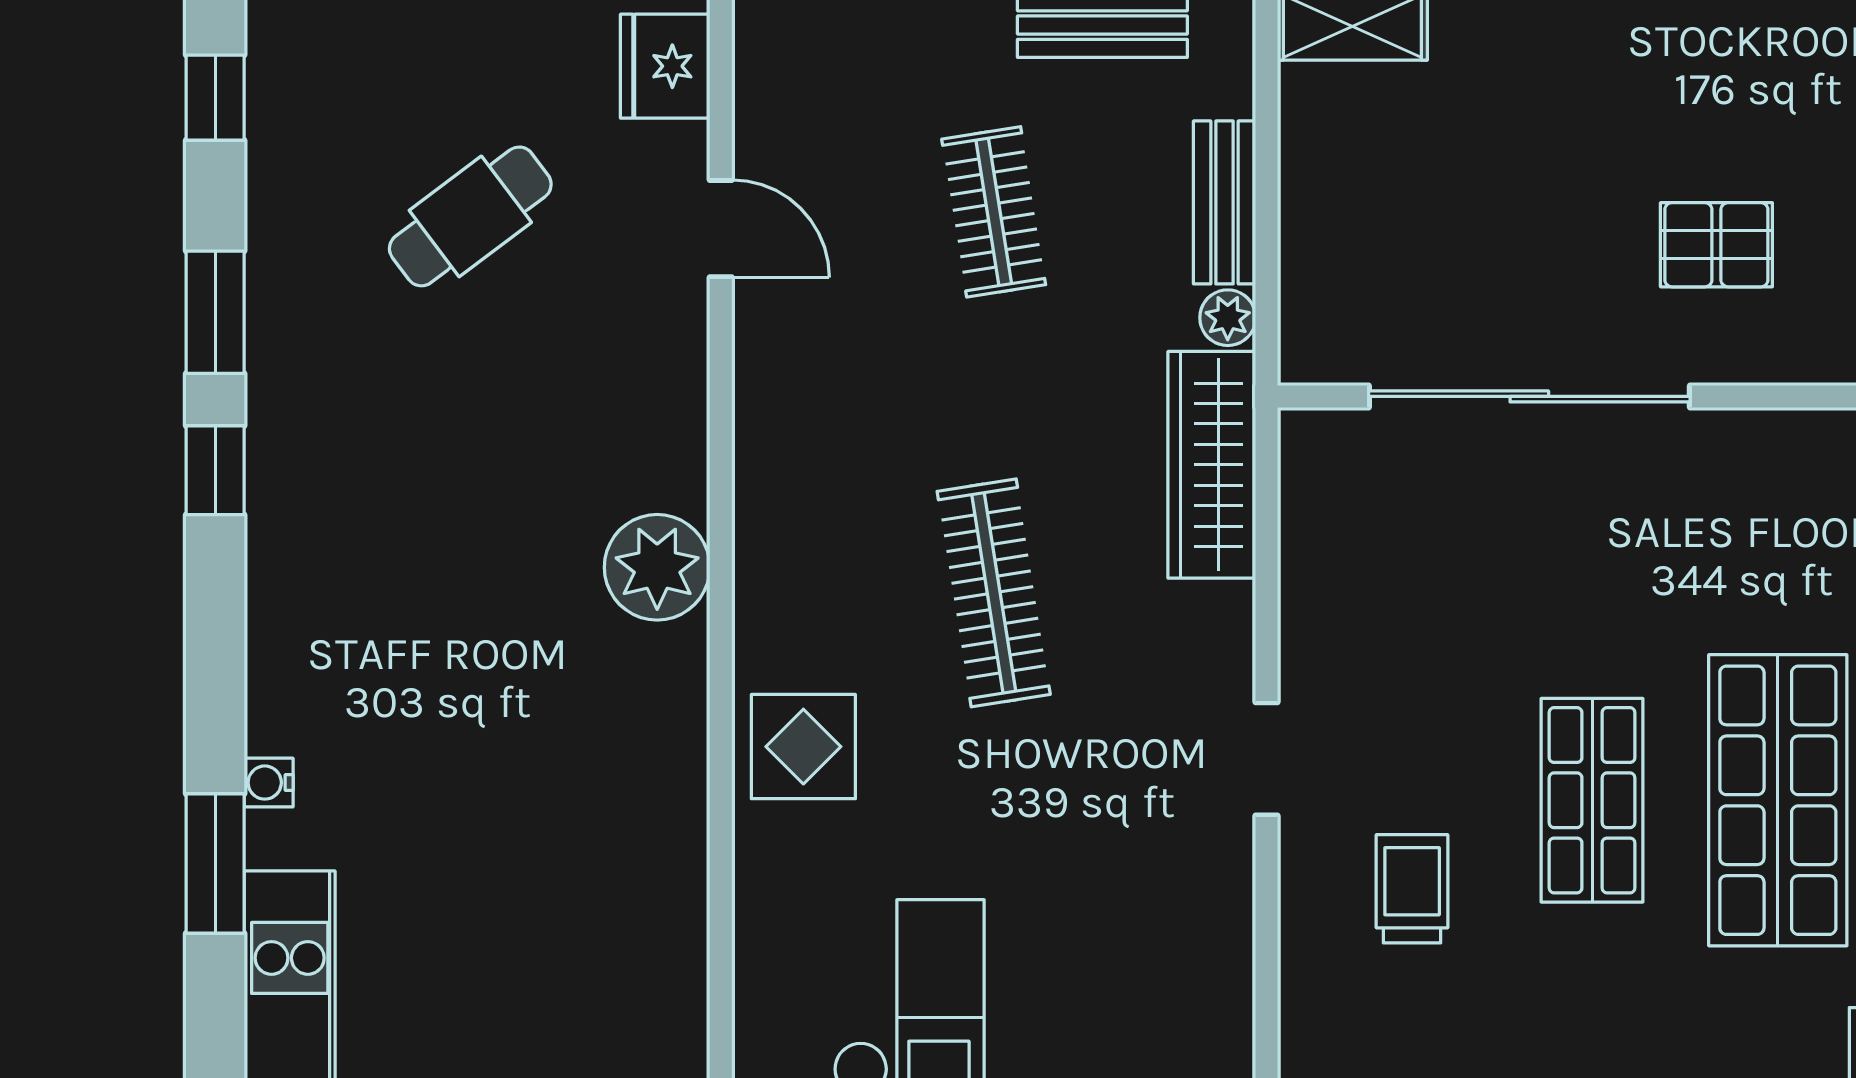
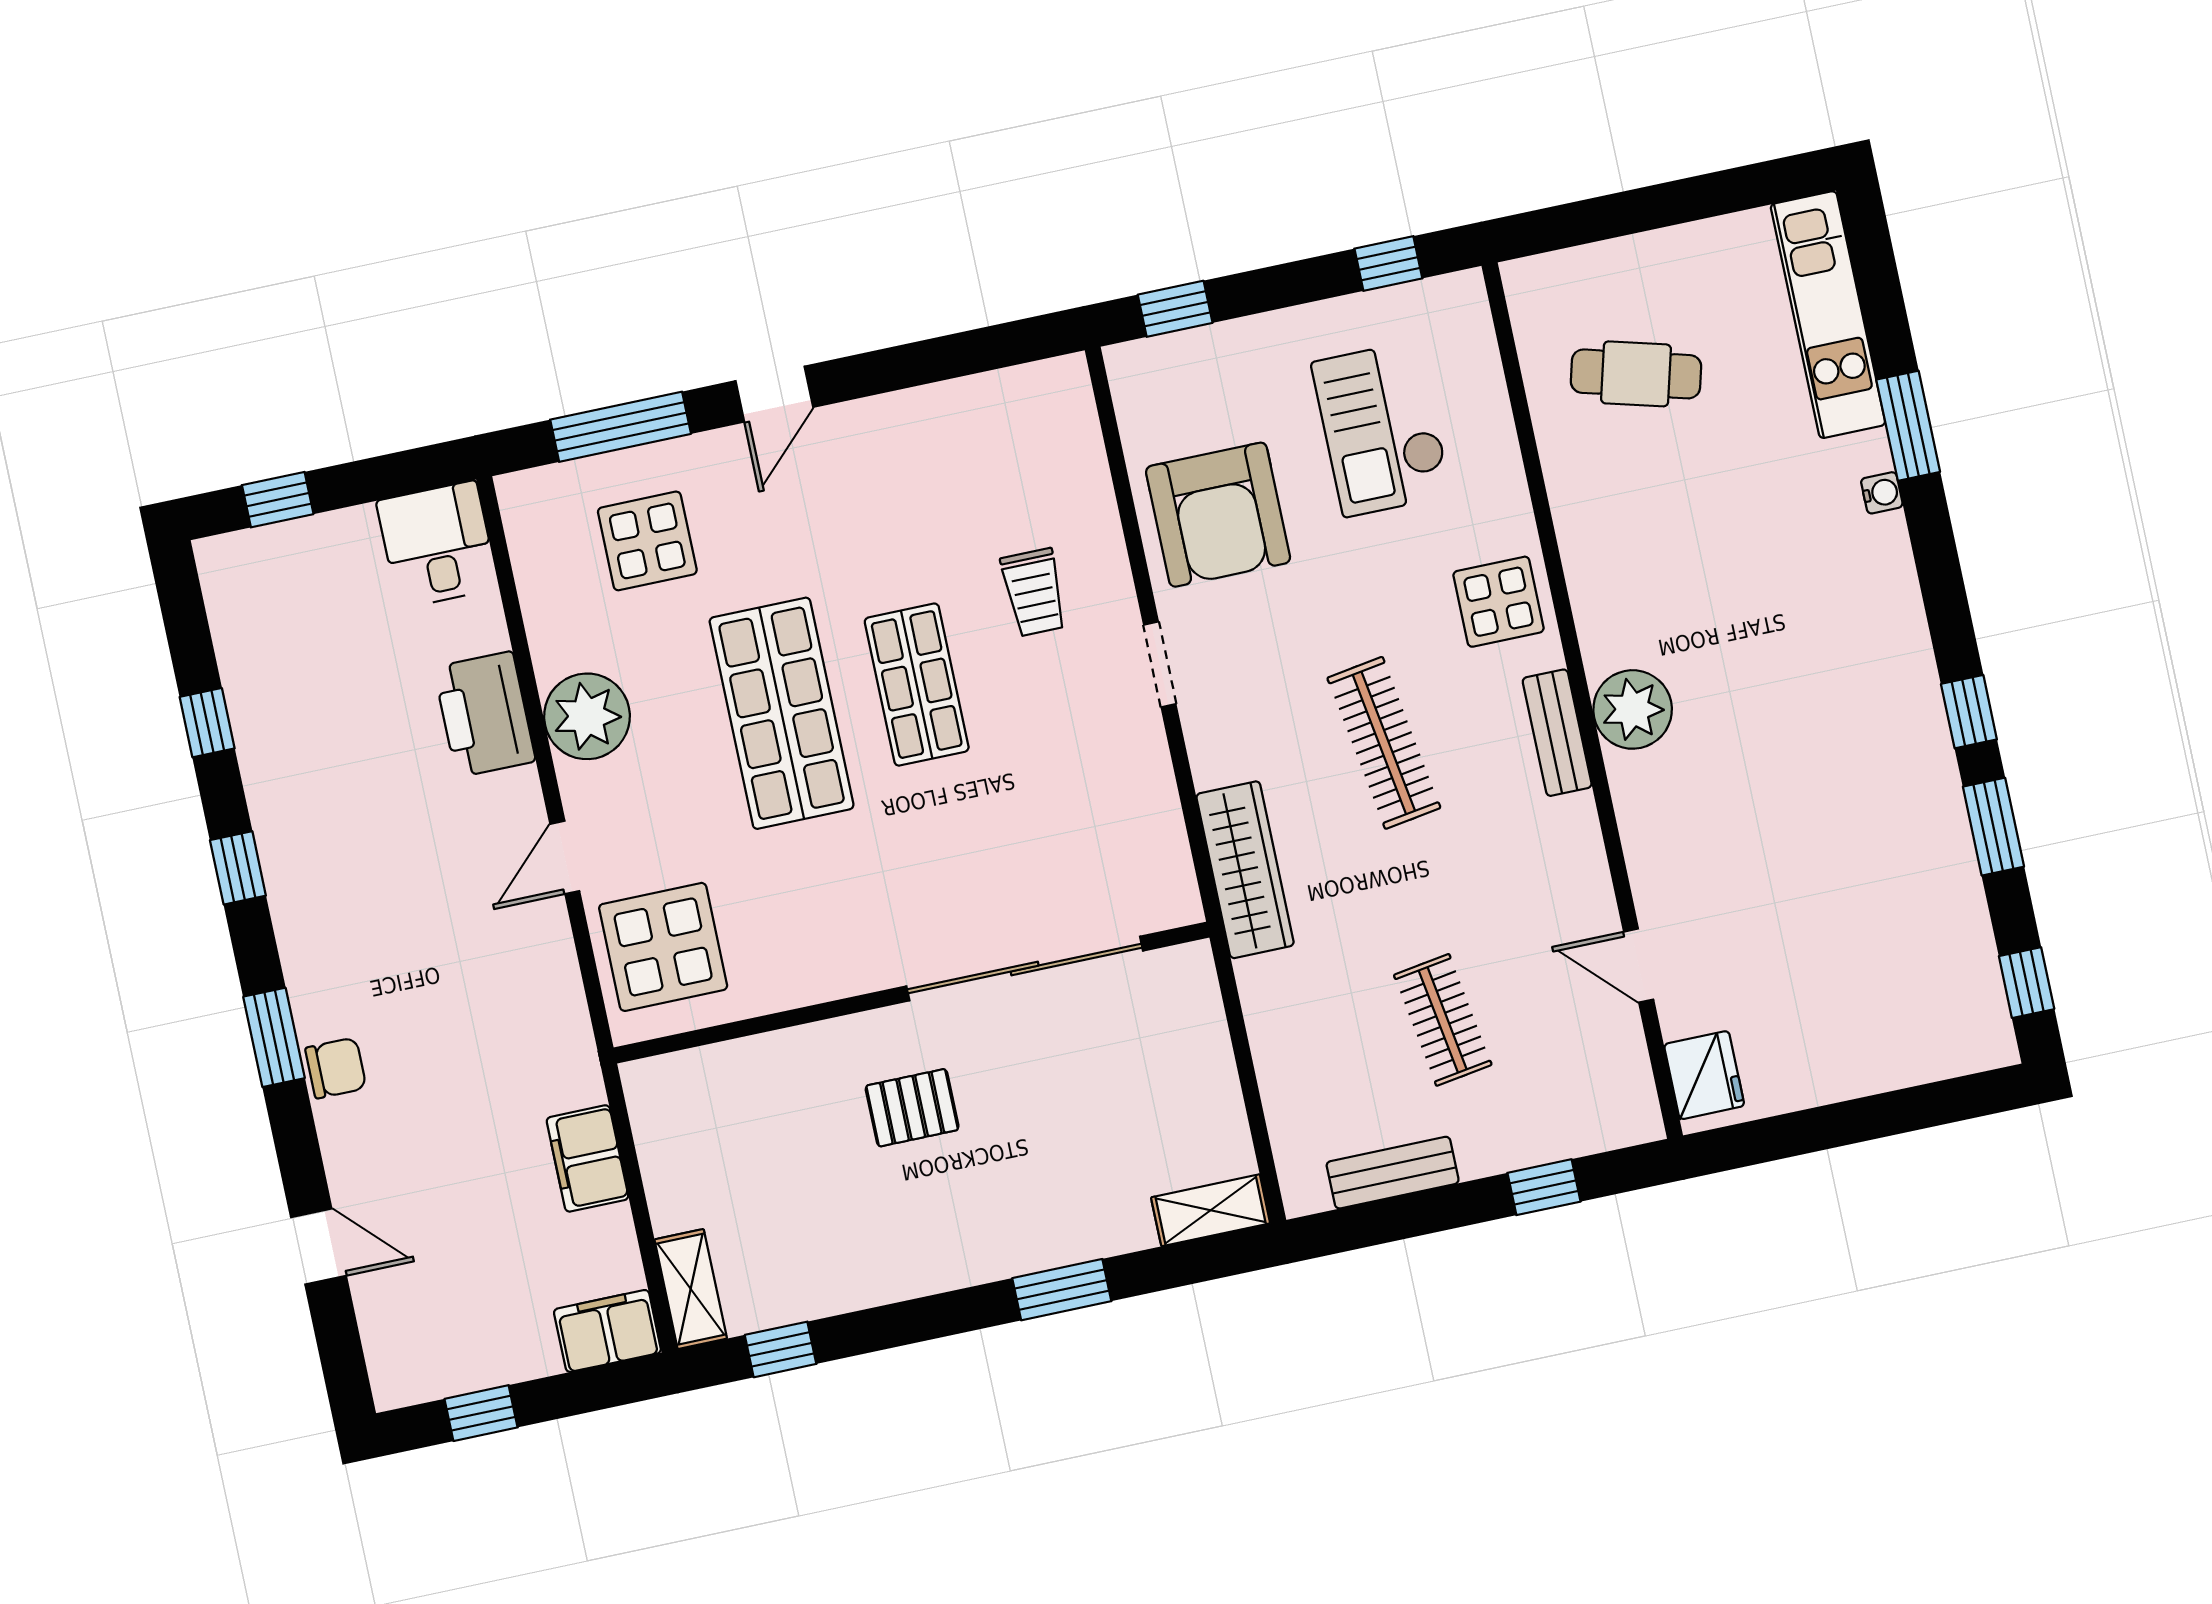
bench: (1225, 202) -> (1557, 733), moved
cafe table: (470, 216) -> (1636, 374), moved, turned 52
plant: (1228, 318) -> (1256, 979), removed
armchair: (1148, 939) -> (1218, 515), added

